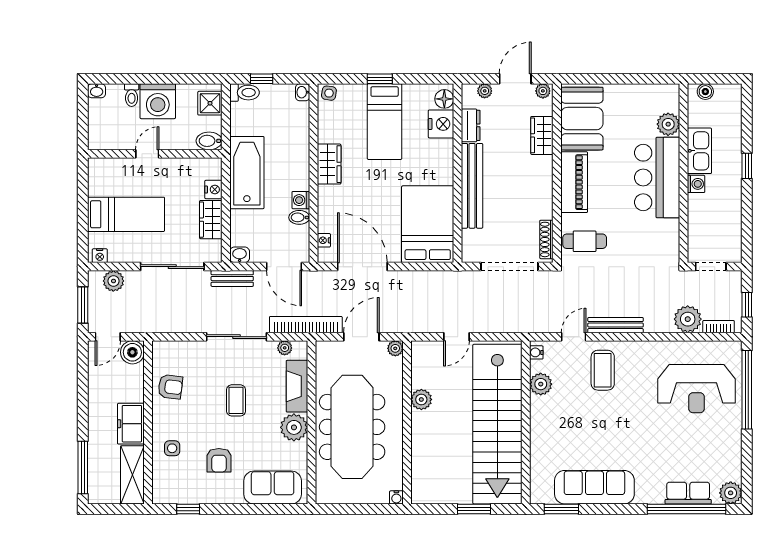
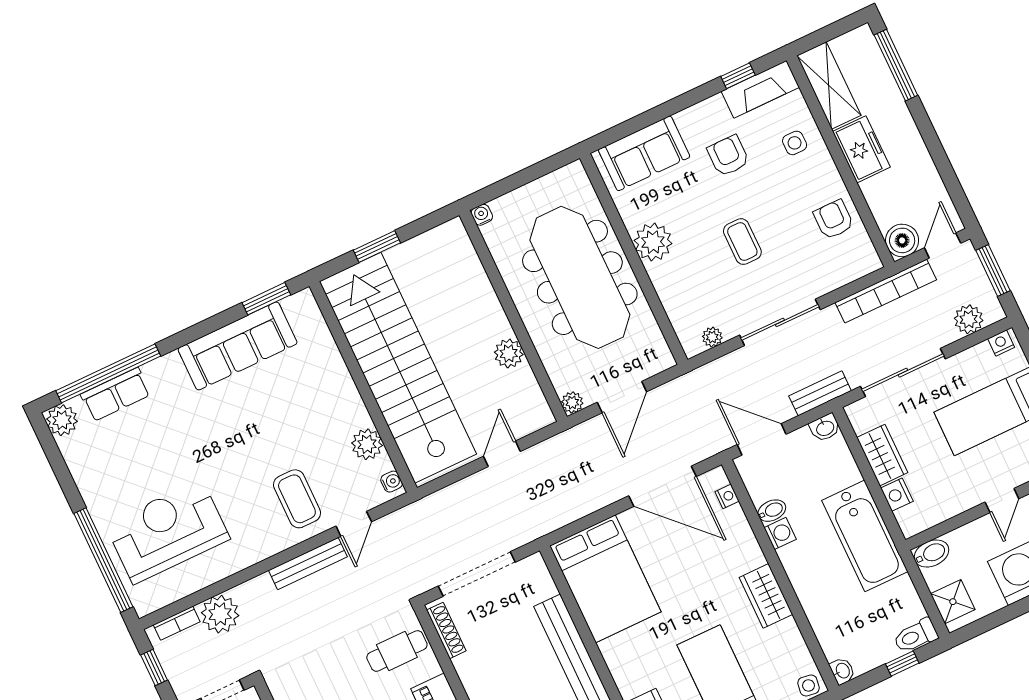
bookcase: (306, 325) -> (886, 291), moved
fireplace: (297, 386) -> (760, 89), moved, turned 90
armchair: (170, 387) -> (834, 219), turned 83

